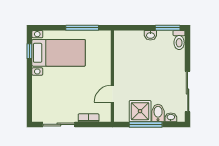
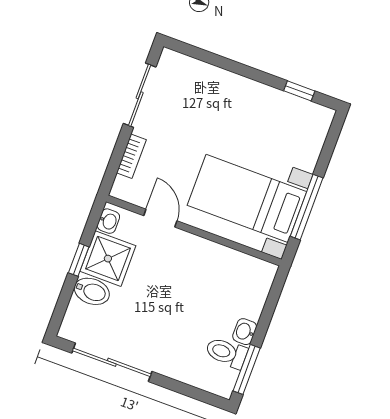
toilet: (179, 40) -> (226, 353), moved
bed with nightstands: (59, 53) -> (247, 198), moved, turned 90
washbasin: (171, 117) -> (108, 221), moved
window: (146, 124) -> (79, 260), width x0.46

